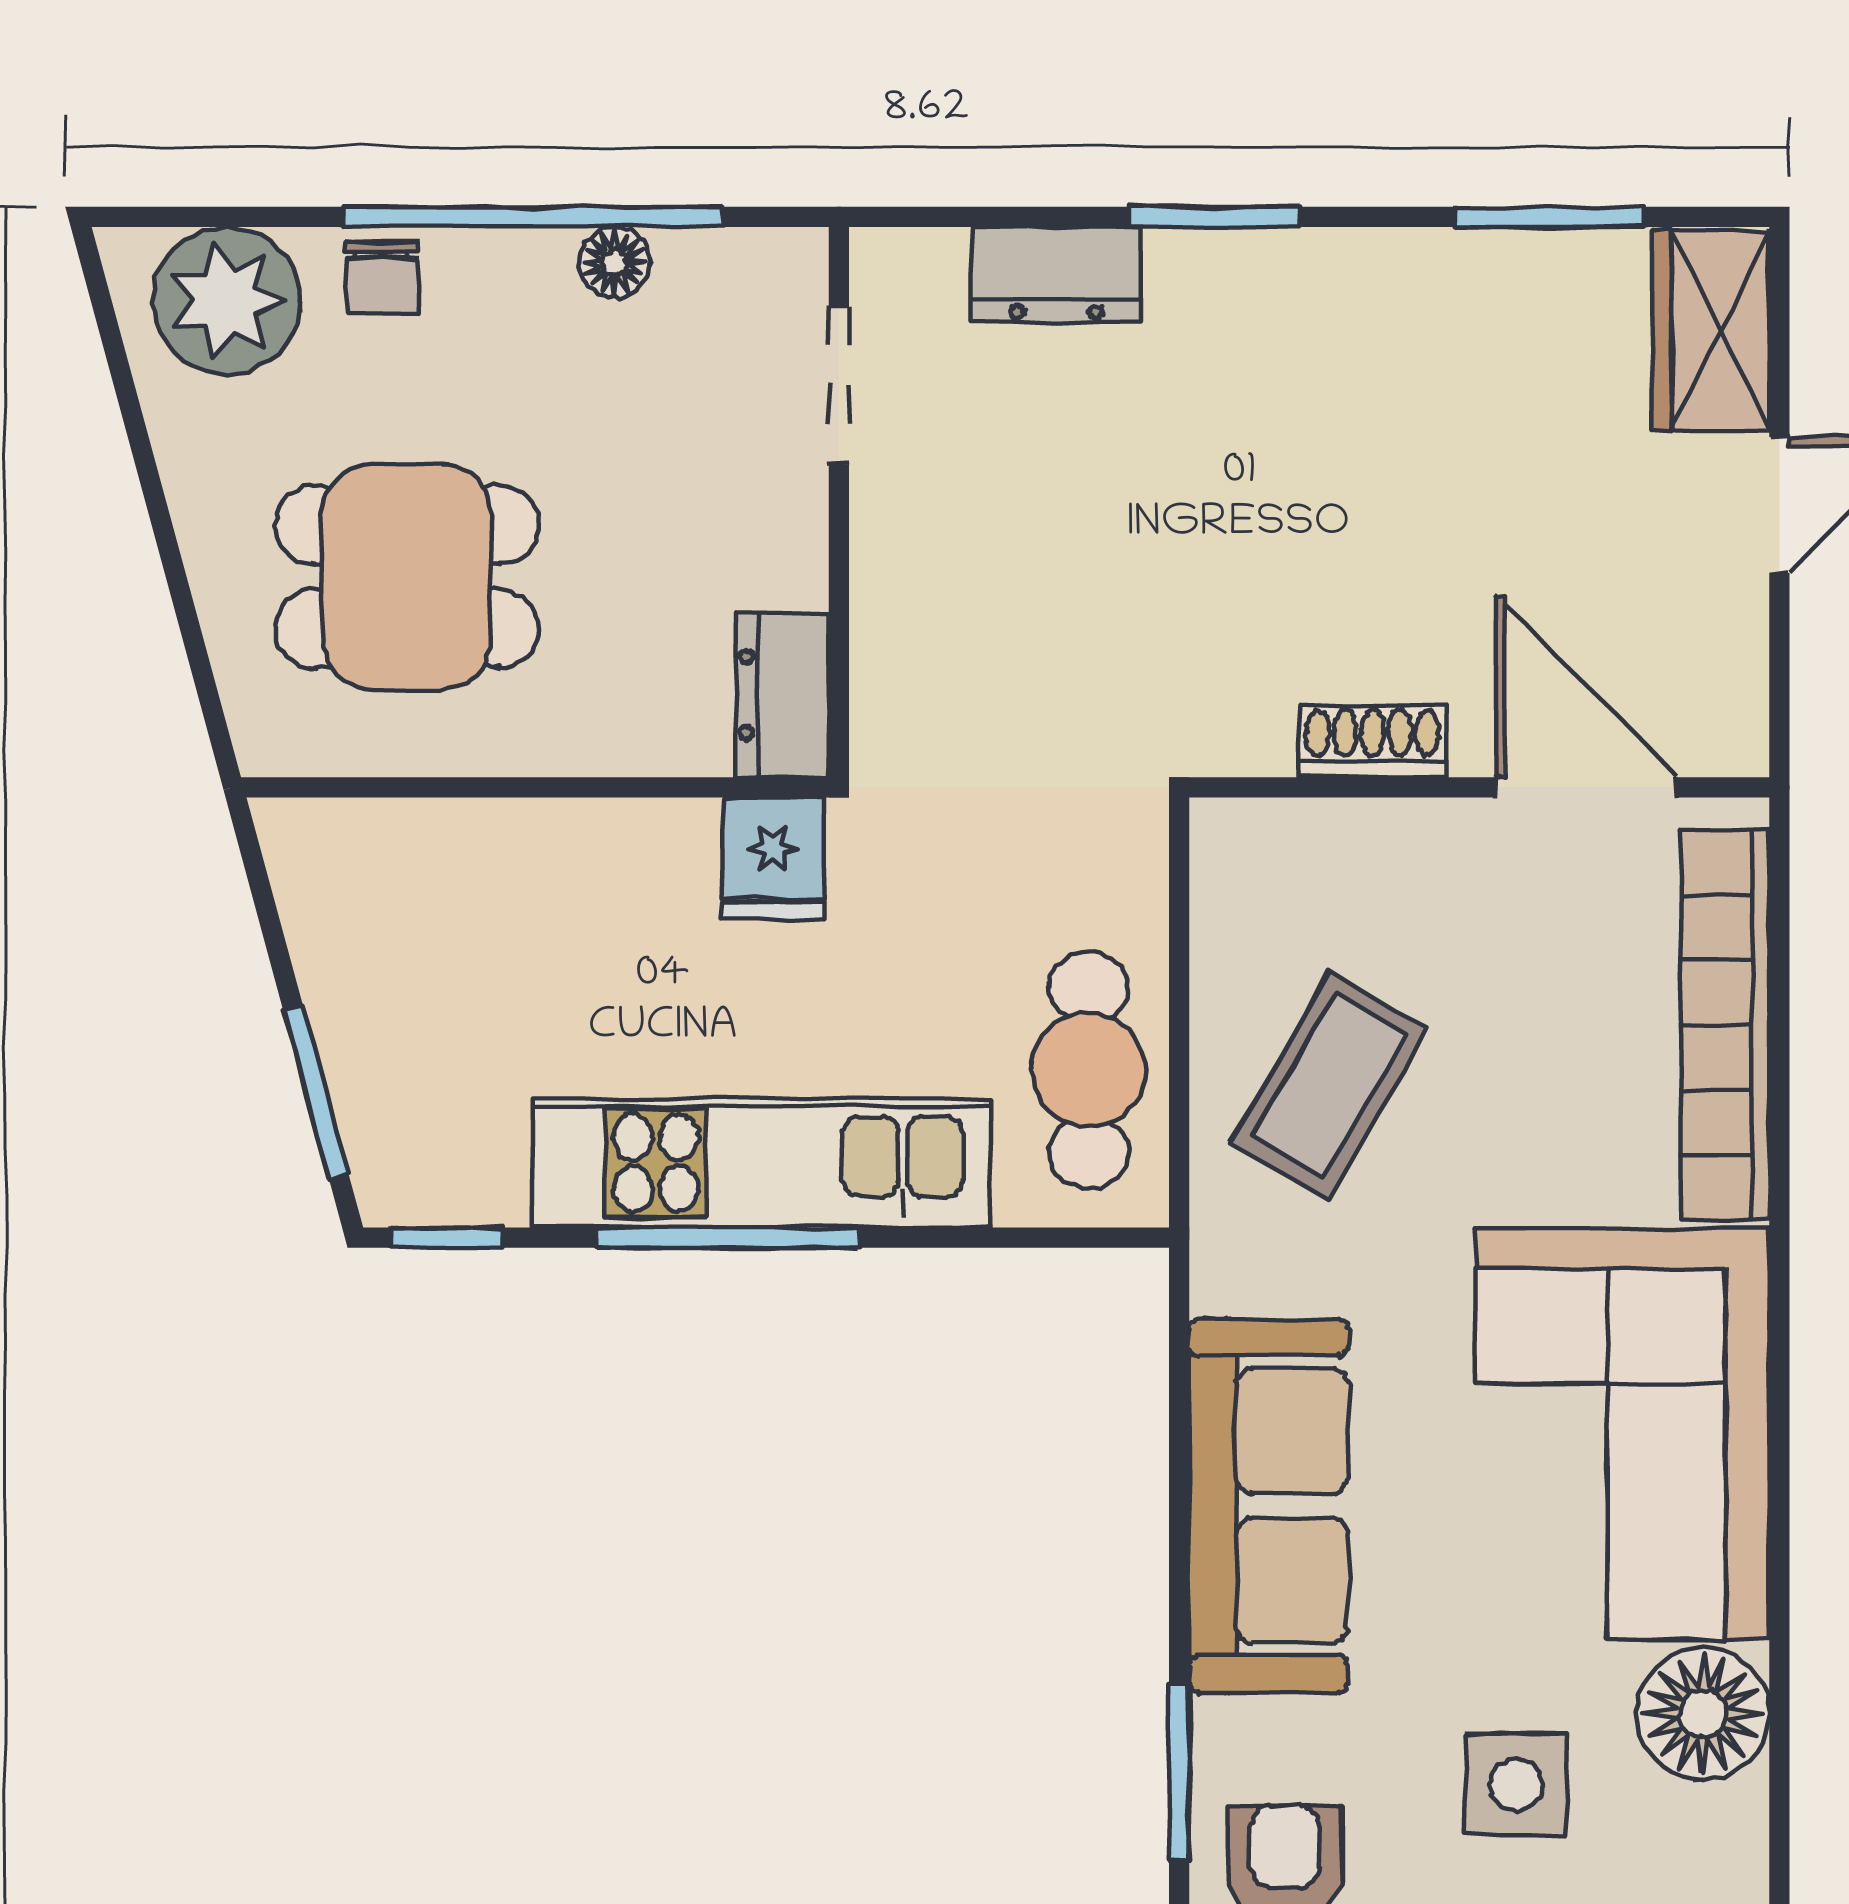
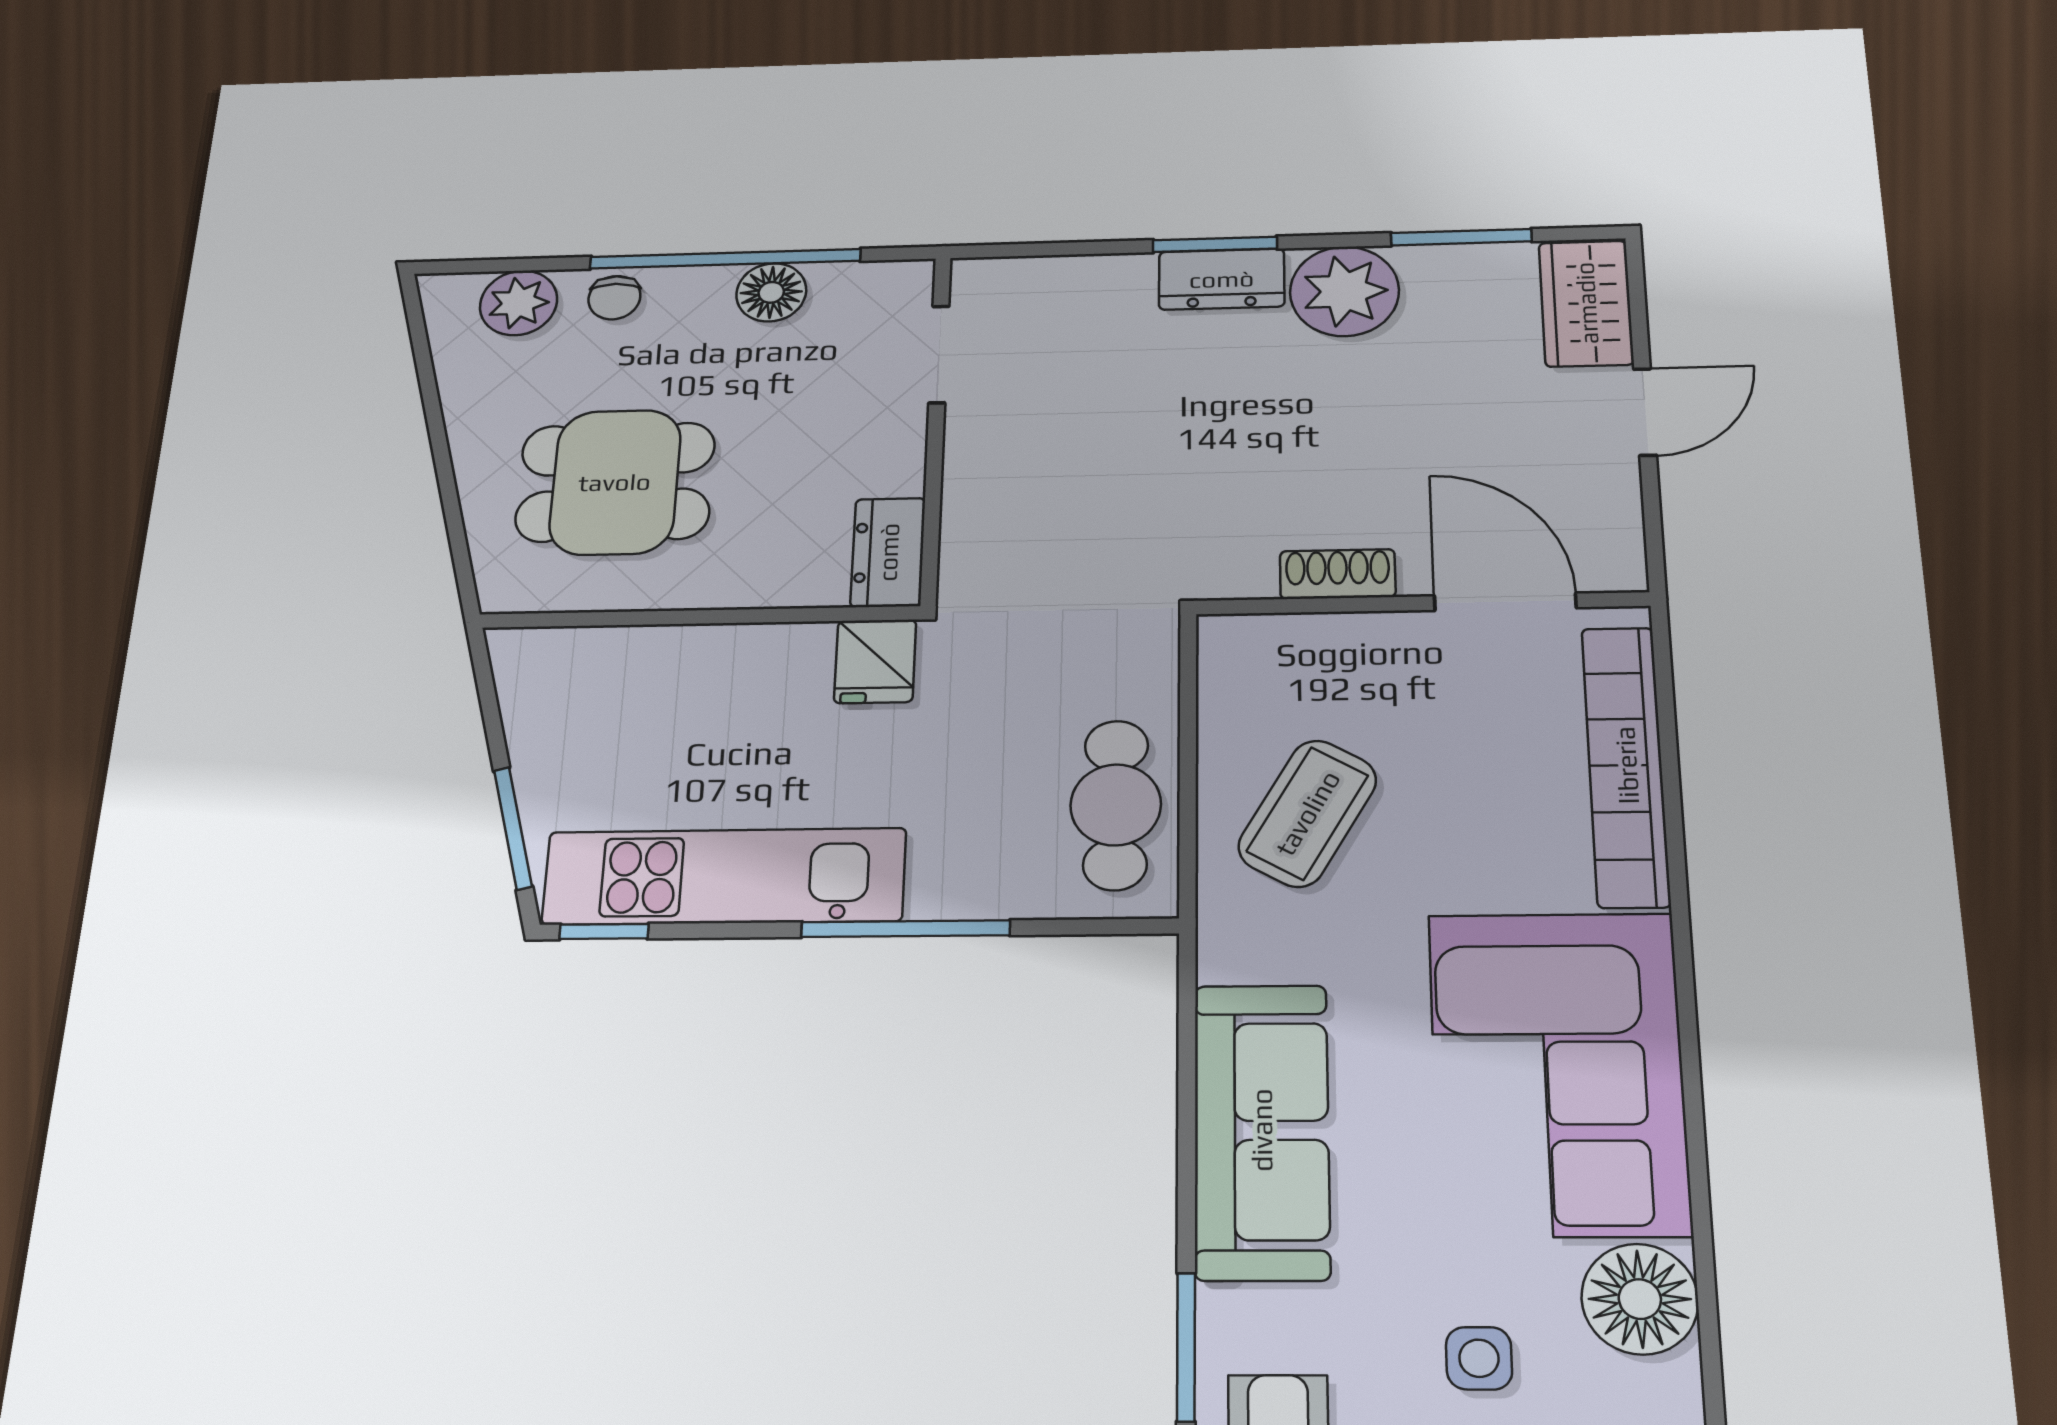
floor lamp: (615, 262) -> (771, 292), width x1.37, depth x1.37
dresser: (1056, 275) -> (1222, 279), moved
plant: (1389, 300) -> (1344, 291), added
plant: (227, 301) -> (519, 303), width x0.73, depth x0.73
kitchen unit: (761, 1163) -> (724, 876), moved
window: (727, 1238) -> (905, 929), moved
side table: (1516, 1785) -> (1479, 1358), width x0.73, depth x0.73

